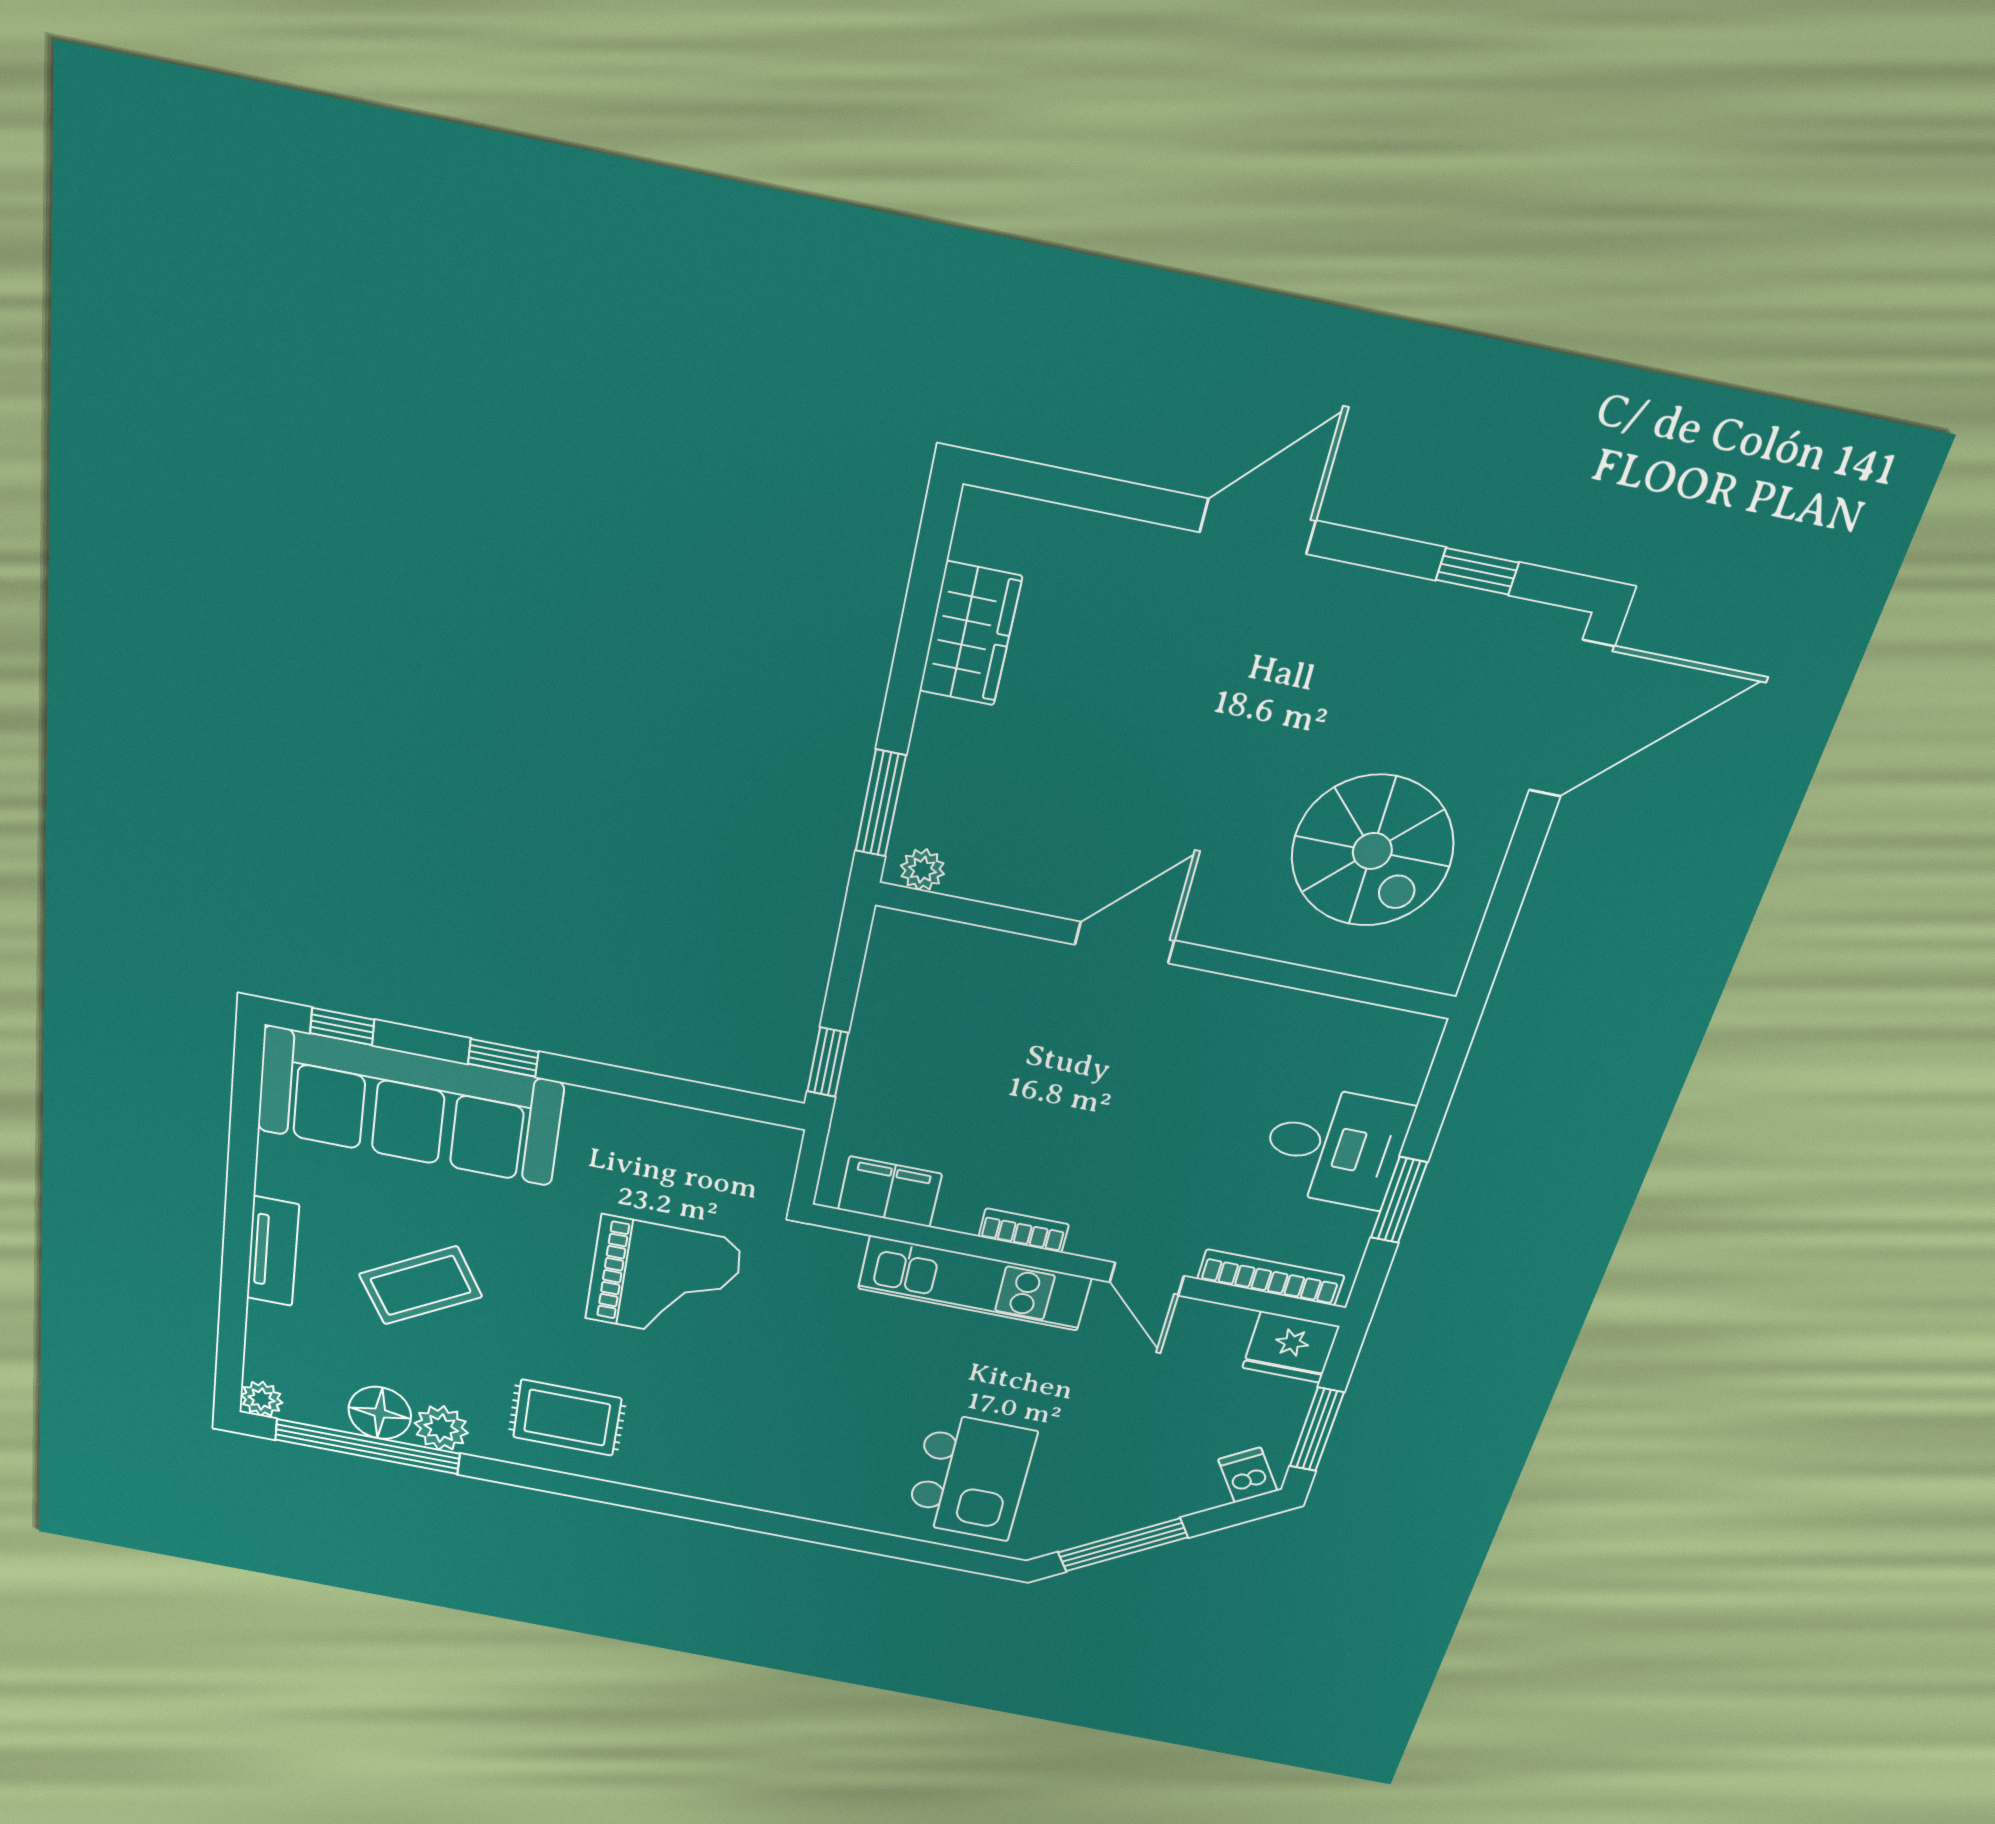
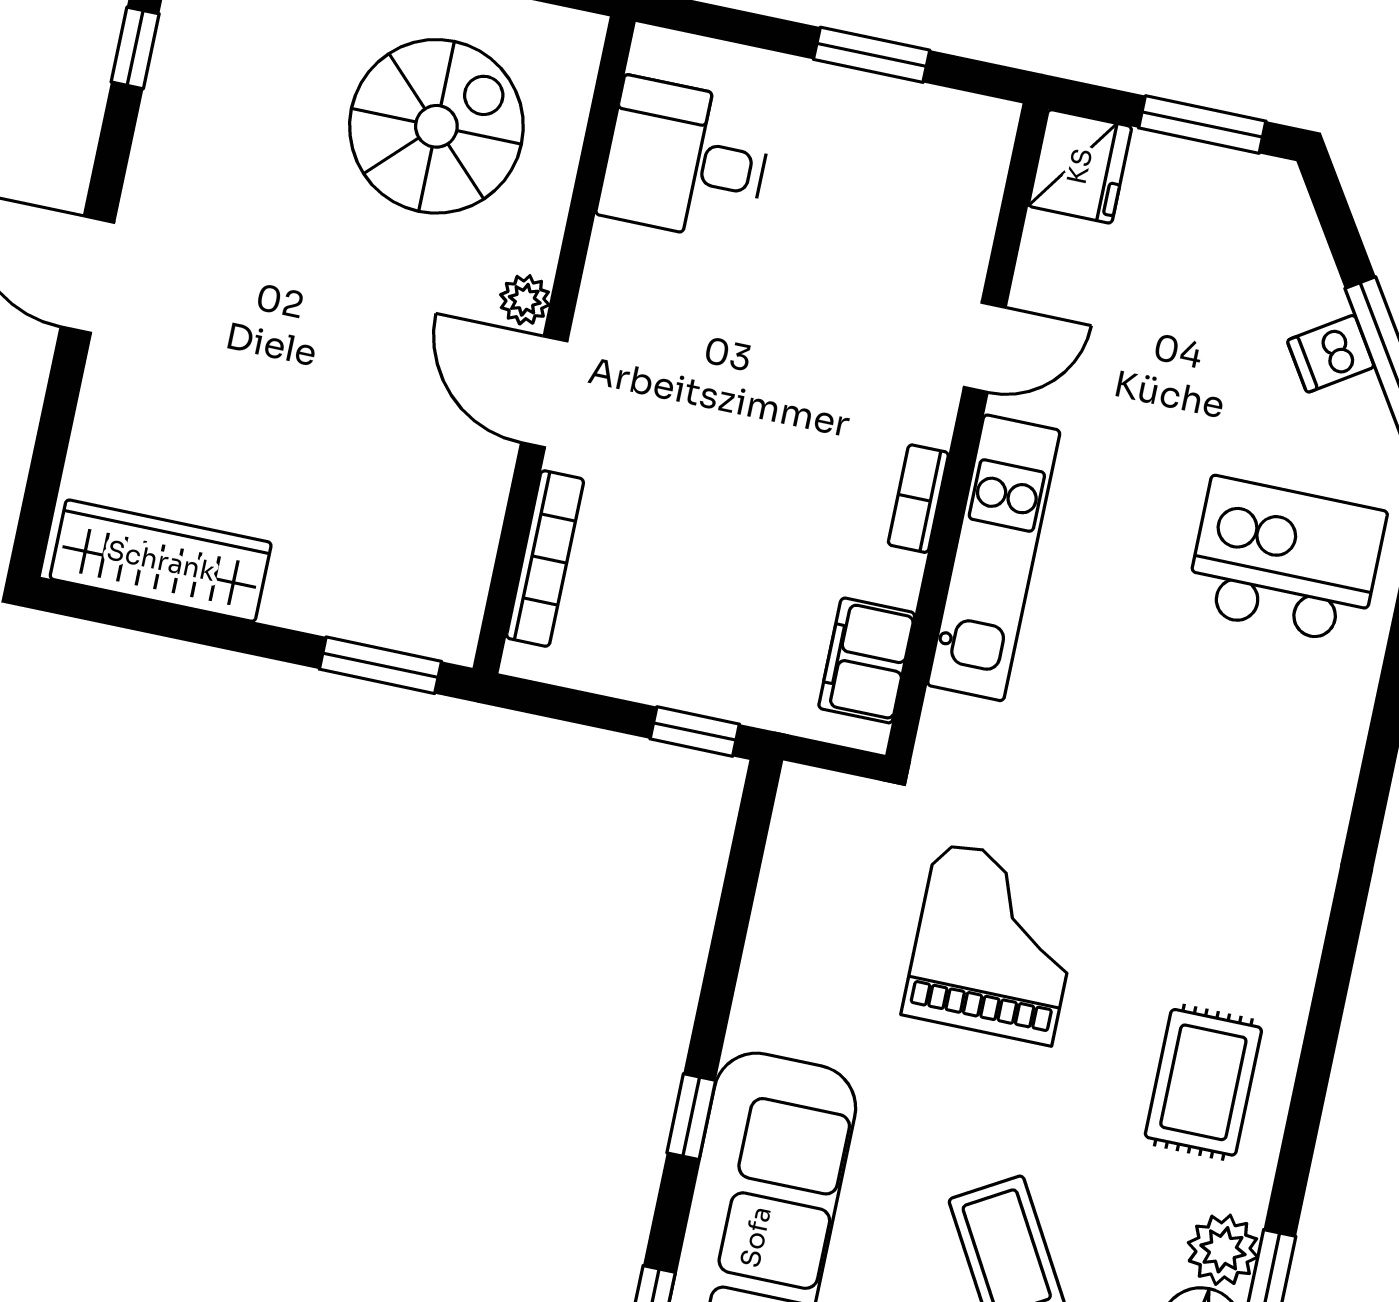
wardrobe: (970, 634) -> (161, 561), width x1.50
plant: (922, 870) -> (525, 300), moved
desk: (1335, 1147) -> (686, 160), moved, turned -90
bookcase: (1271, 1277) -> (545, 559), moved, turned 180
dishwasher: (1248, 1475) -> (1331, 354), moved

